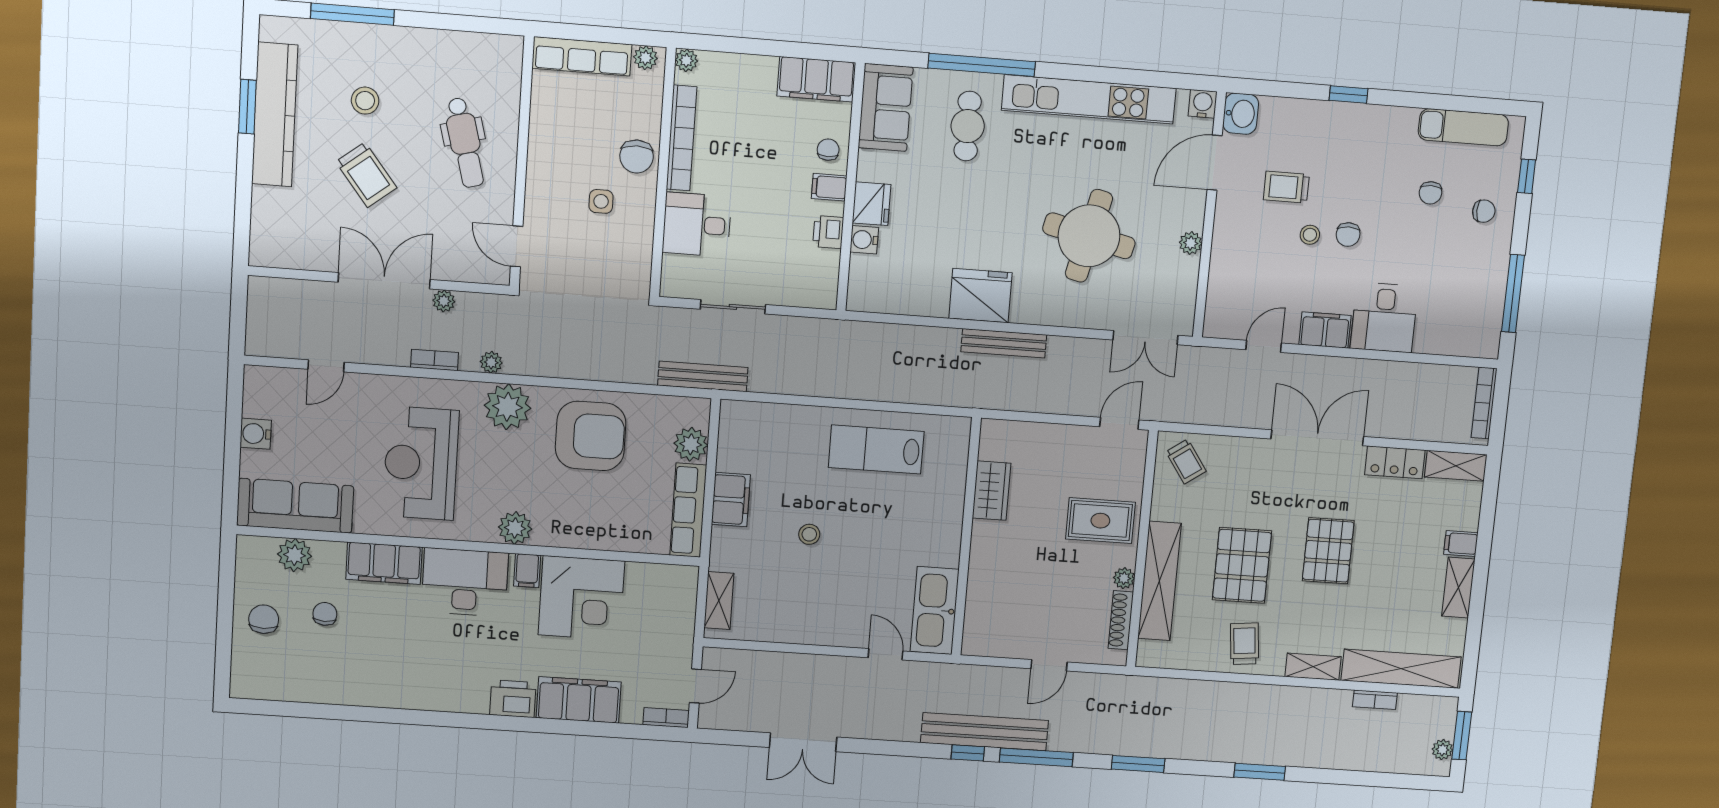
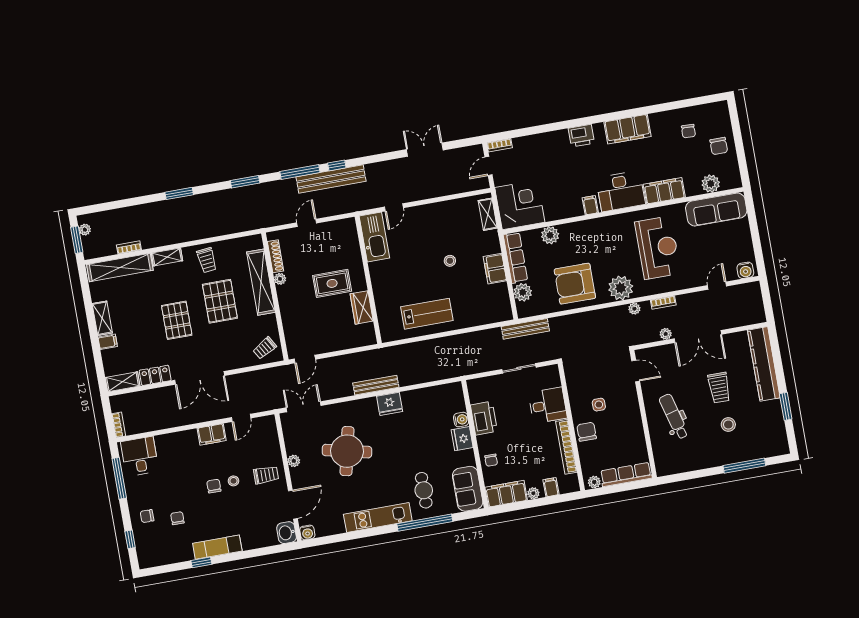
plant: (686, 60) -> (533, 493), moved
window: (1348, 94) -> (201, 562), moved
kitchen unit: (1089, 99) -> (378, 517), width x0.73
kitchen counter: (275, 115) -> (764, 364), moved
exam couch: (1463, 127) -> (217, 547), moved
trolley: (366, 175) -> (719, 388), turned -142
filing cabinet: (829, 187) -> (551, 487), moved, turned -90
trolley: (1286, 187) -> (266, 475), moved
printer: (828, 232) -> (484, 418), width x1.87, depth x1.48
fridge: (980, 296) -> (390, 404), width x0.73, depth x0.75
desk: (1384, 317) -> (140, 456), moved
bookcase: (1484, 403) -> (119, 425), width x0.64
water cooler: (256, 434) -> (745, 270), moved, turned 90
trolley: (1186, 462) -> (265, 348), turned -85
rug: (1100, 521) -> (332, 283), moved
plant: (515, 528) -> (550, 235), moved
corner desk: (581, 598) -> (520, 205), moved, turned 90
chair: (325, 614) -> (688, 131), moved
door: (886, 654) -> (394, 207), hinge flipped
filing cabinet: (579, 700) -> (628, 129), moved

